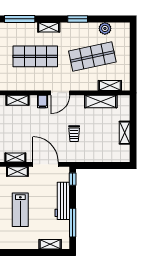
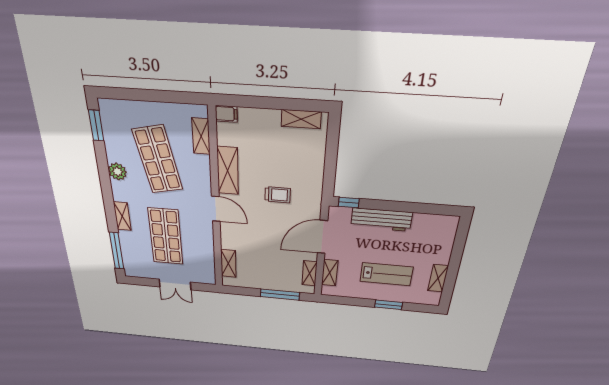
window: (78, 19) -> (96, 126), moved
plant: (105, 28) -> (117, 172), moved
filing cabinet: (43, 101) -> (226, 114), moved
shelving: (101, 101) -> (228, 171), moved
shelving: (125, 133) -> (301, 119), moved
window: (73, 223) -> (419, 208), removed
shelving: (50, 244) -> (438, 278), moved

